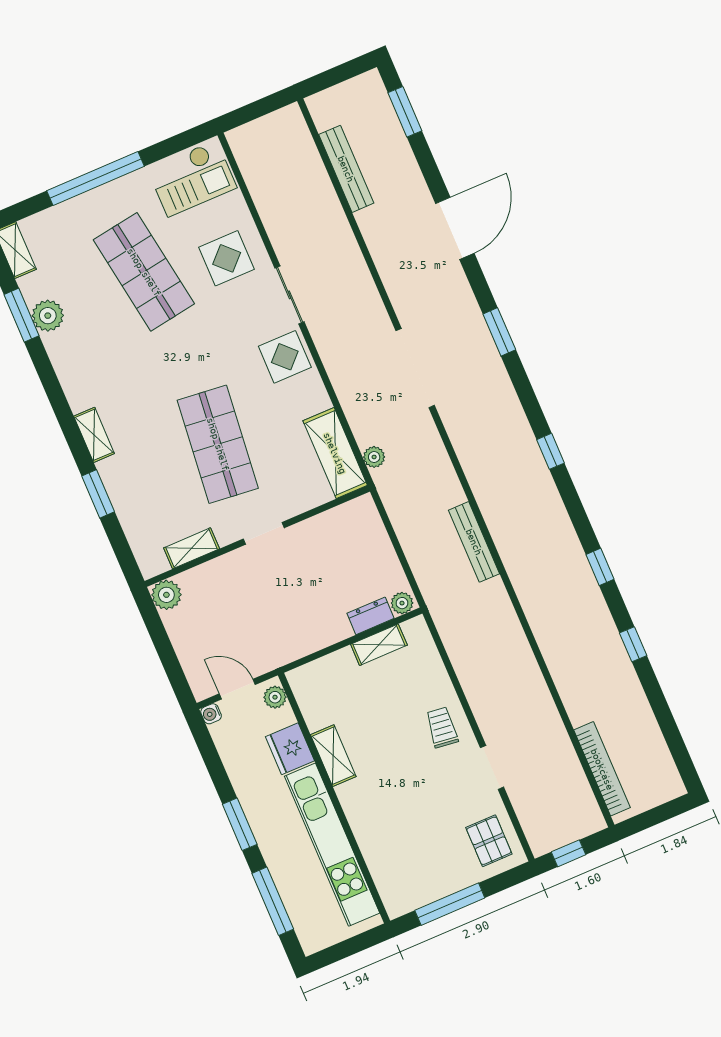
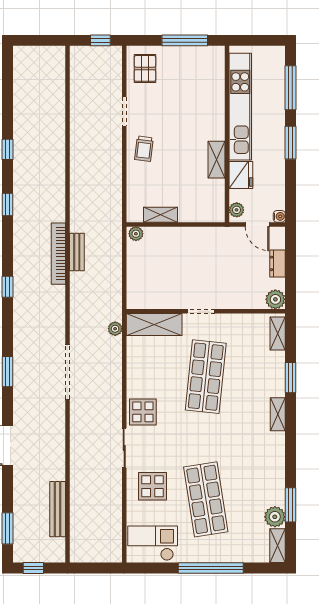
window: (345, 72) -> (33, 568), added
plant: (48, 316) -> (275, 517), moved
shelving: (335, 453) -> (154, 324), moved, turned 90
bench: (474, 542) -> (77, 252), width x0.73
shelving: (192, 548) -> (278, 333), moved, turned 90
dresser: (371, 616) -> (278, 263), moved, turned 90
bookcase: (602, 769) -> (58, 254), moved

